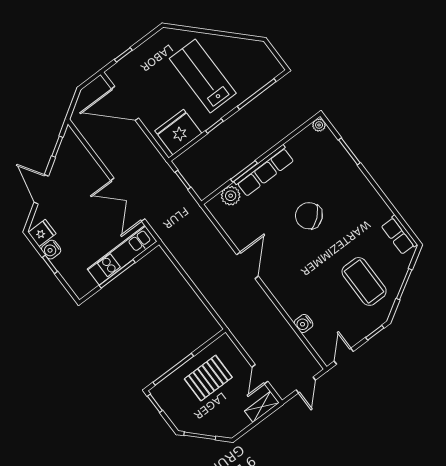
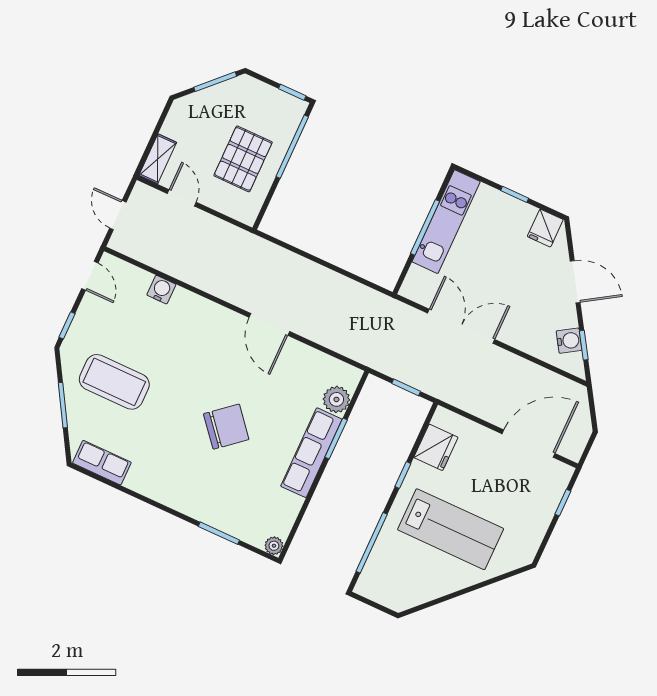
fridge: (178, 132) -> (436, 447), width x0.73, depth x0.75
water cooler: (51, 250) -> (569, 341), moved, turned 58
kitchen unit: (122, 255) -> (446, 222), moved

